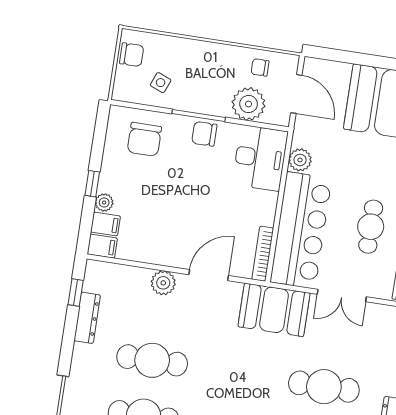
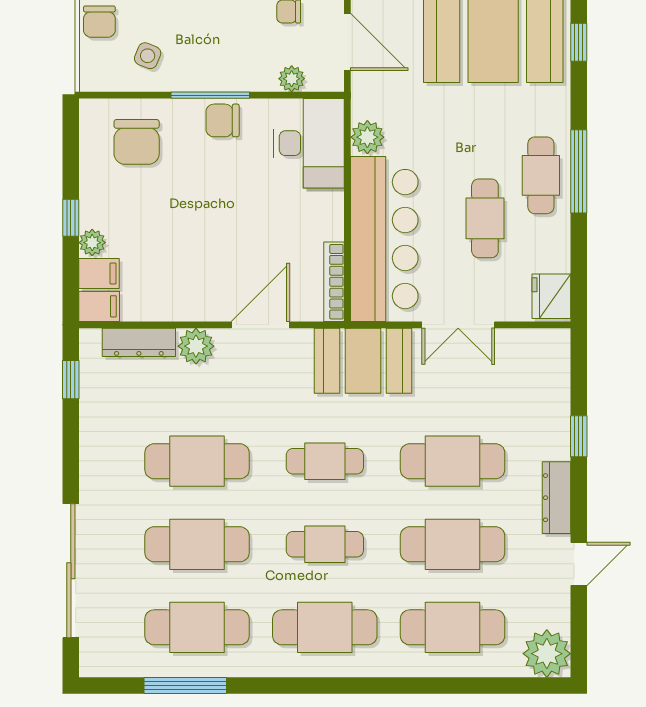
chair: (132, 55) -> (99, 22), turned 90
plant: (249, 104) -> (292, 79), width x0.53, depth x0.53
dresser: (87, 318) -> (139, 342), moved, turned 90
cafe table: (238, 373) -> (325, 461), added

